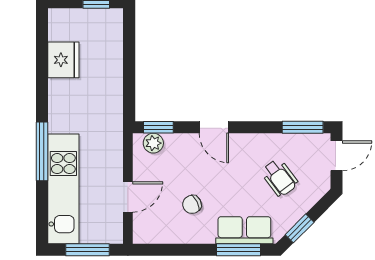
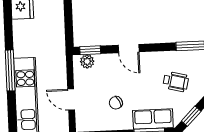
wheelchair: (280, 178) -> (176, 82), turned -39
door: (128, 197) -> (71, 100), swing flipped

